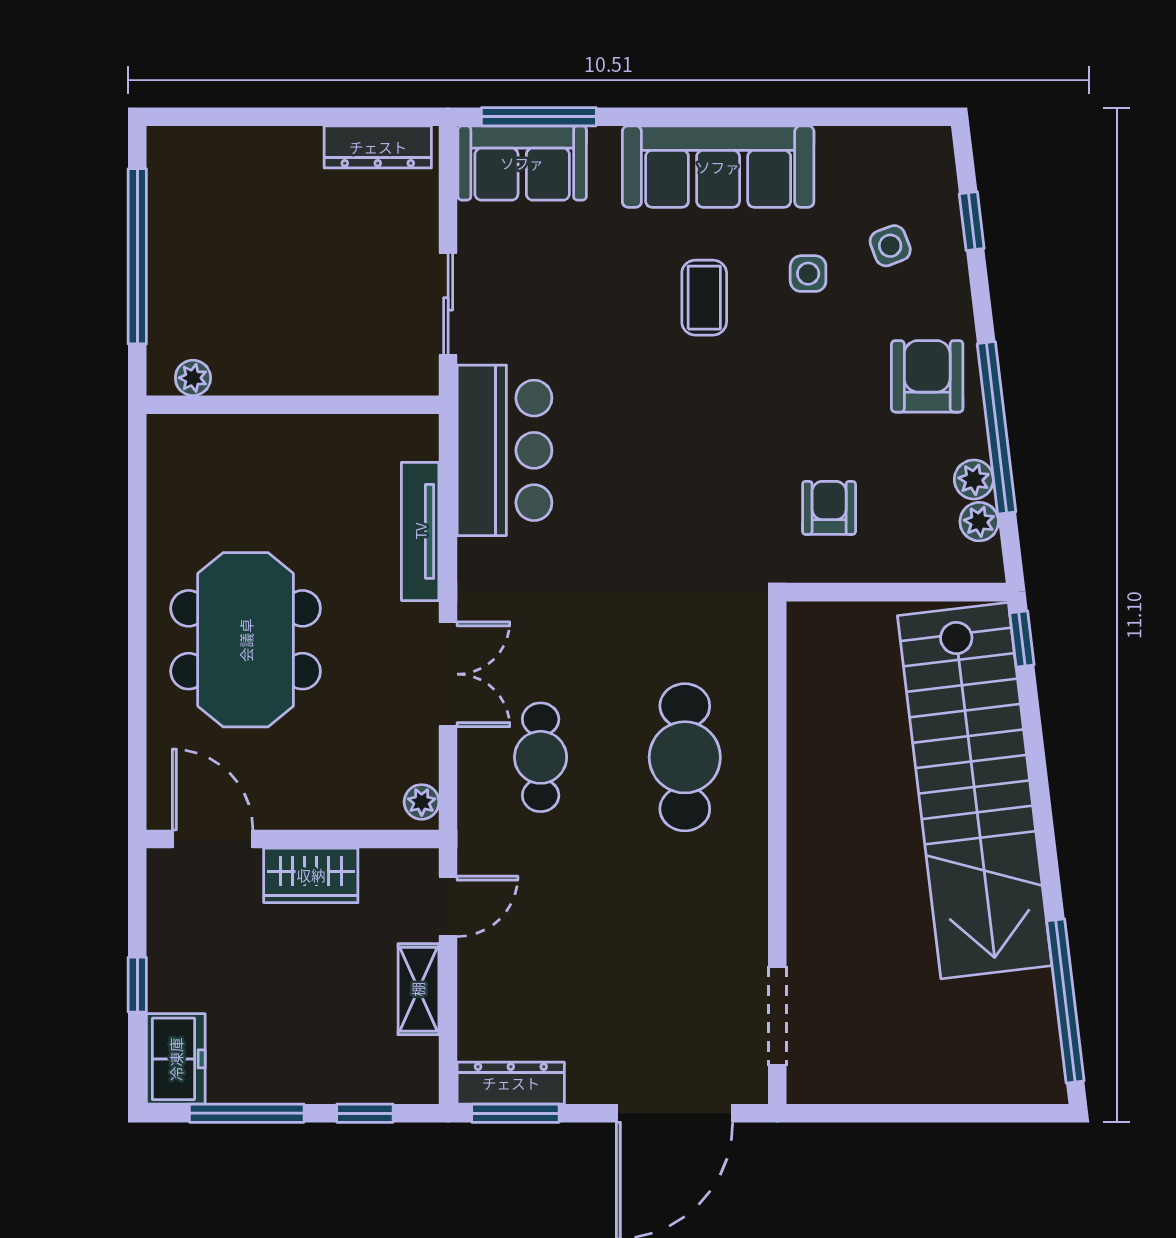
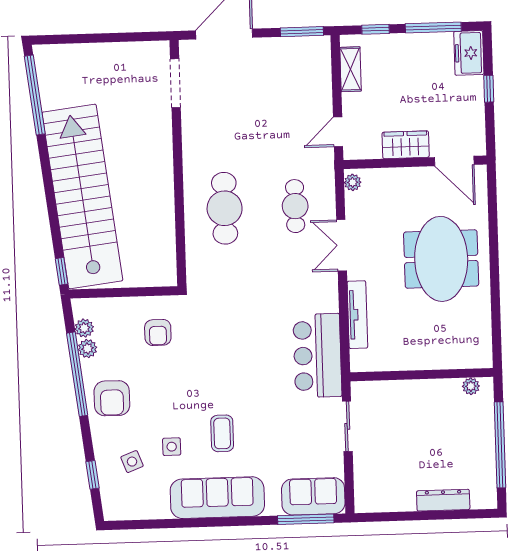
dresser: (378, 147) -> (443, 500), moved
shelving: (418, 989) -> (351, 69), moved
dresser: (511, 1083) -> (305, 46), removed

